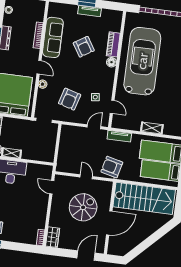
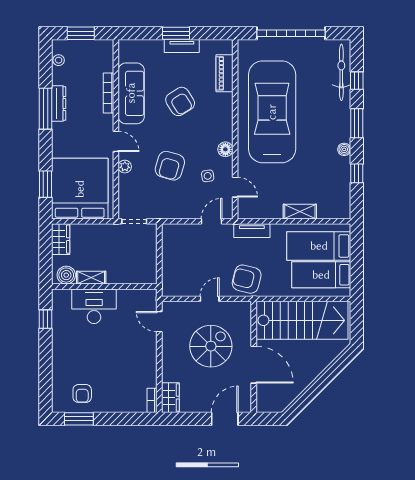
piano: (113, 44) -> (224, 73), moved
floor lamp: (111, 62) -> (225, 149), moved
armchair: (70, 99) -> (170, 166), moved
door: (86, 177) -> (210, 299), hinge flipped
door: (109, 223) -> (254, 365), hinge flipped

